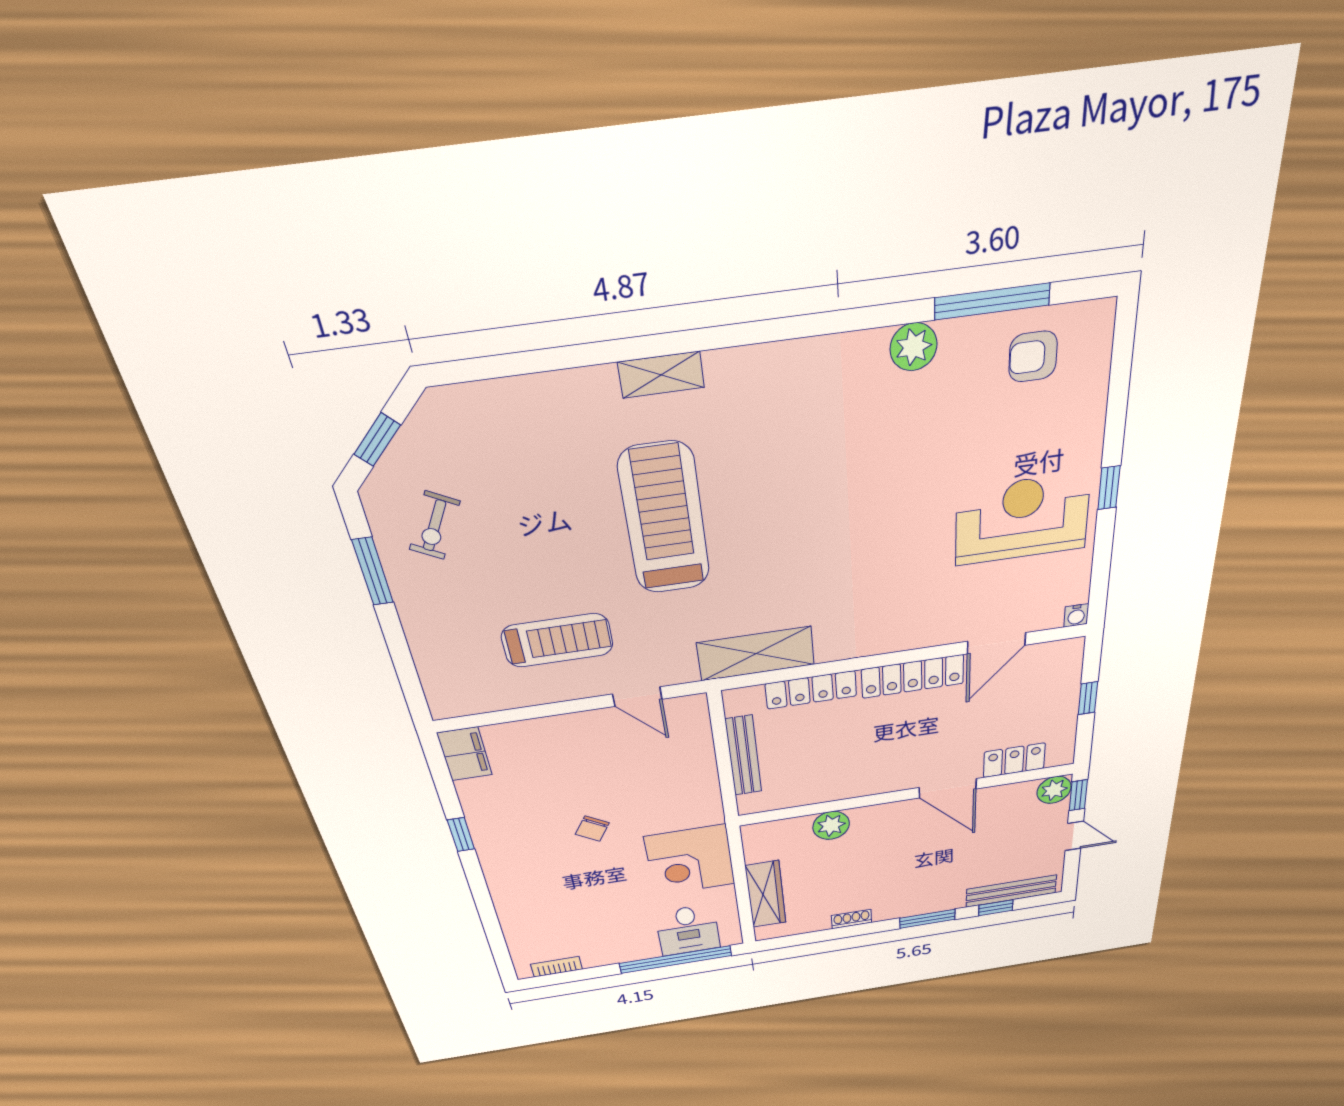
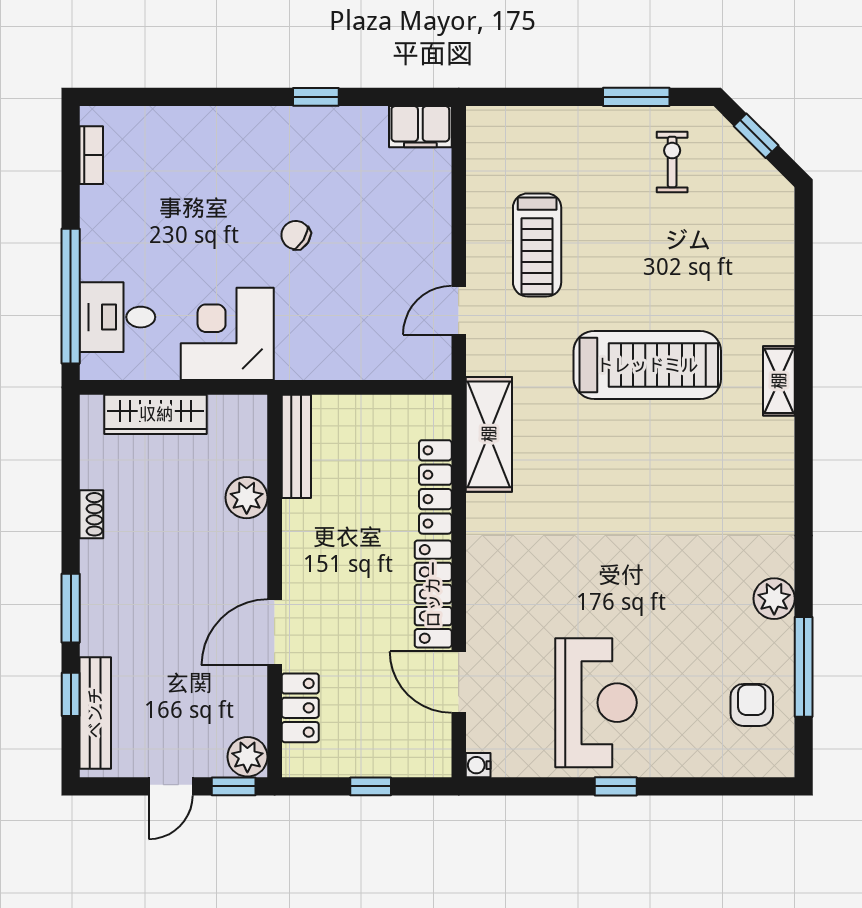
exercise bike: (435, 525) -> (672, 162), turned 62
bench: (743, 756) -> (296, 446), moved, turned 90

